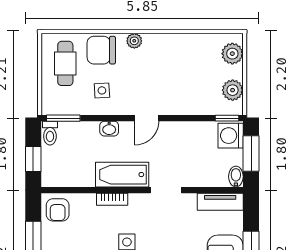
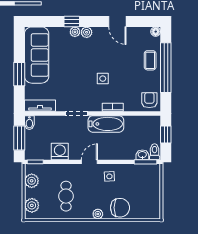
cafe table: (65, 63) -> (66, 196), moved
side table: (102, 90) -> (109, 176), moved
washbasin: (109, 129) -> (142, 155), moved
washing machine: (231, 136) -> (60, 152), moved, turned -90

